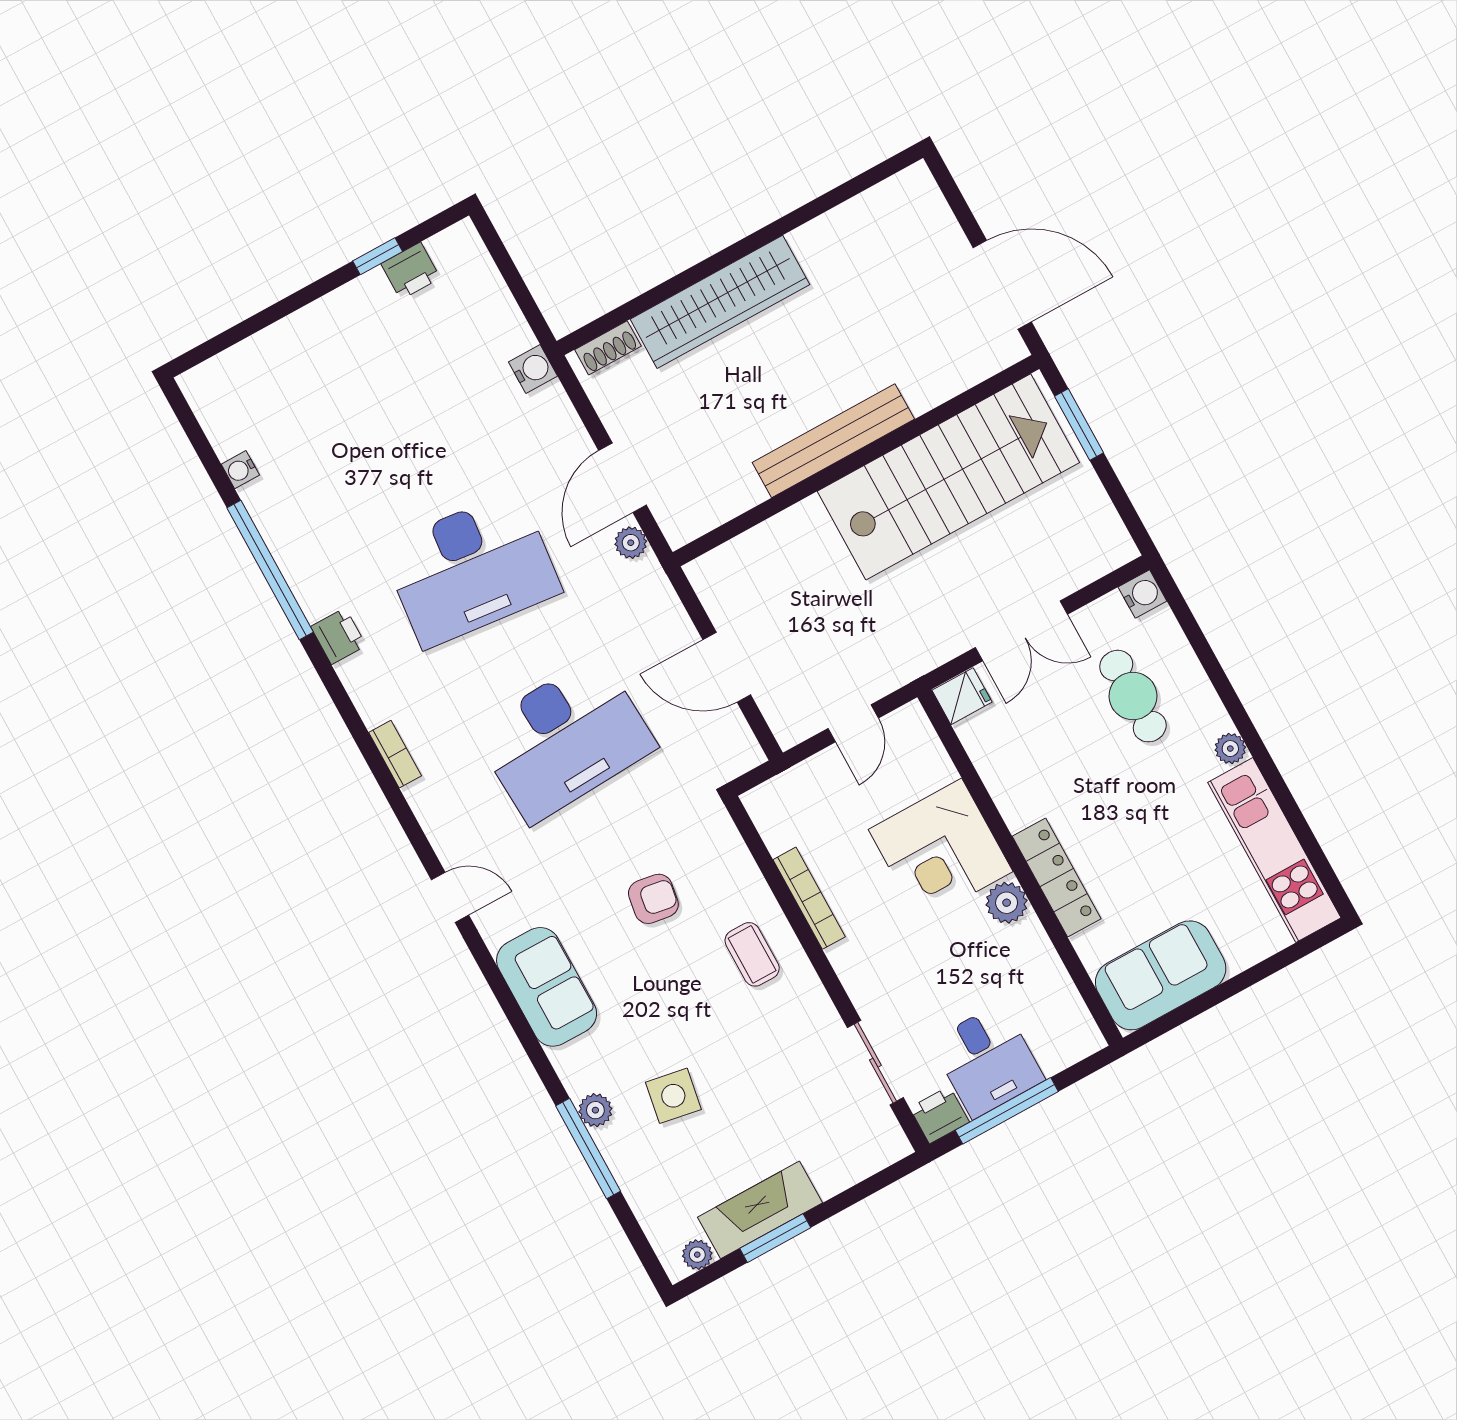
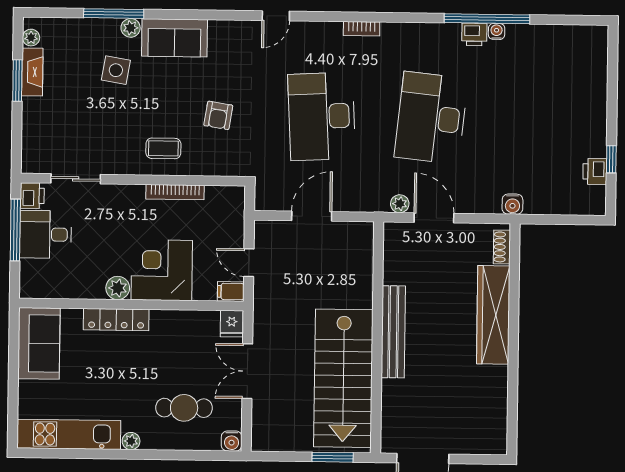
water cooler: (240, 470) -> (497, 31), moved
printer: (338, 636) -> (474, 34), moved
filing cabinet: (913, 726) -> (231, 291), added
sofa: (547, 987) -> (174, 38), moved
fireplace: (760, 1210) -> (32, 72), width x0.73, depth x0.76

